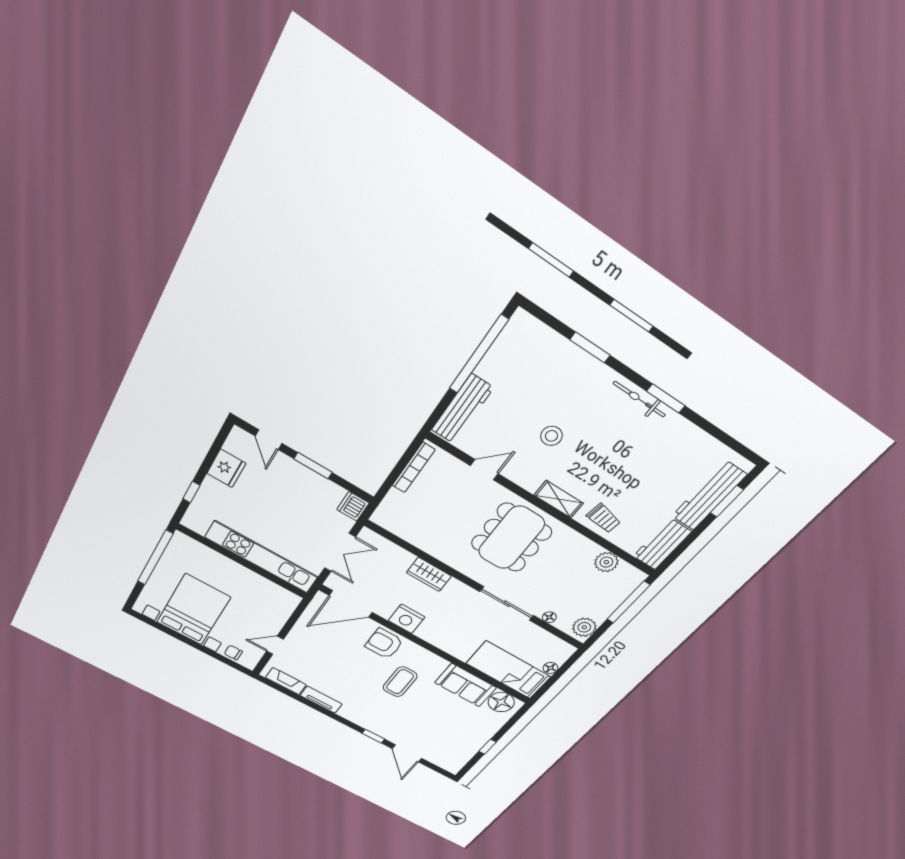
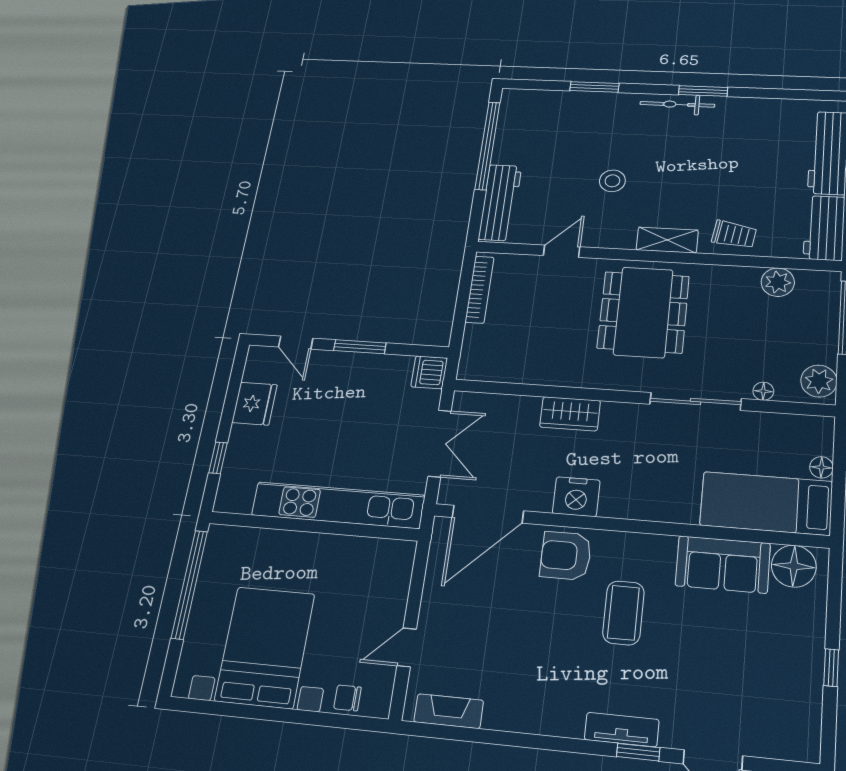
tv unit: (321, 700) -> (622, 730), moved

